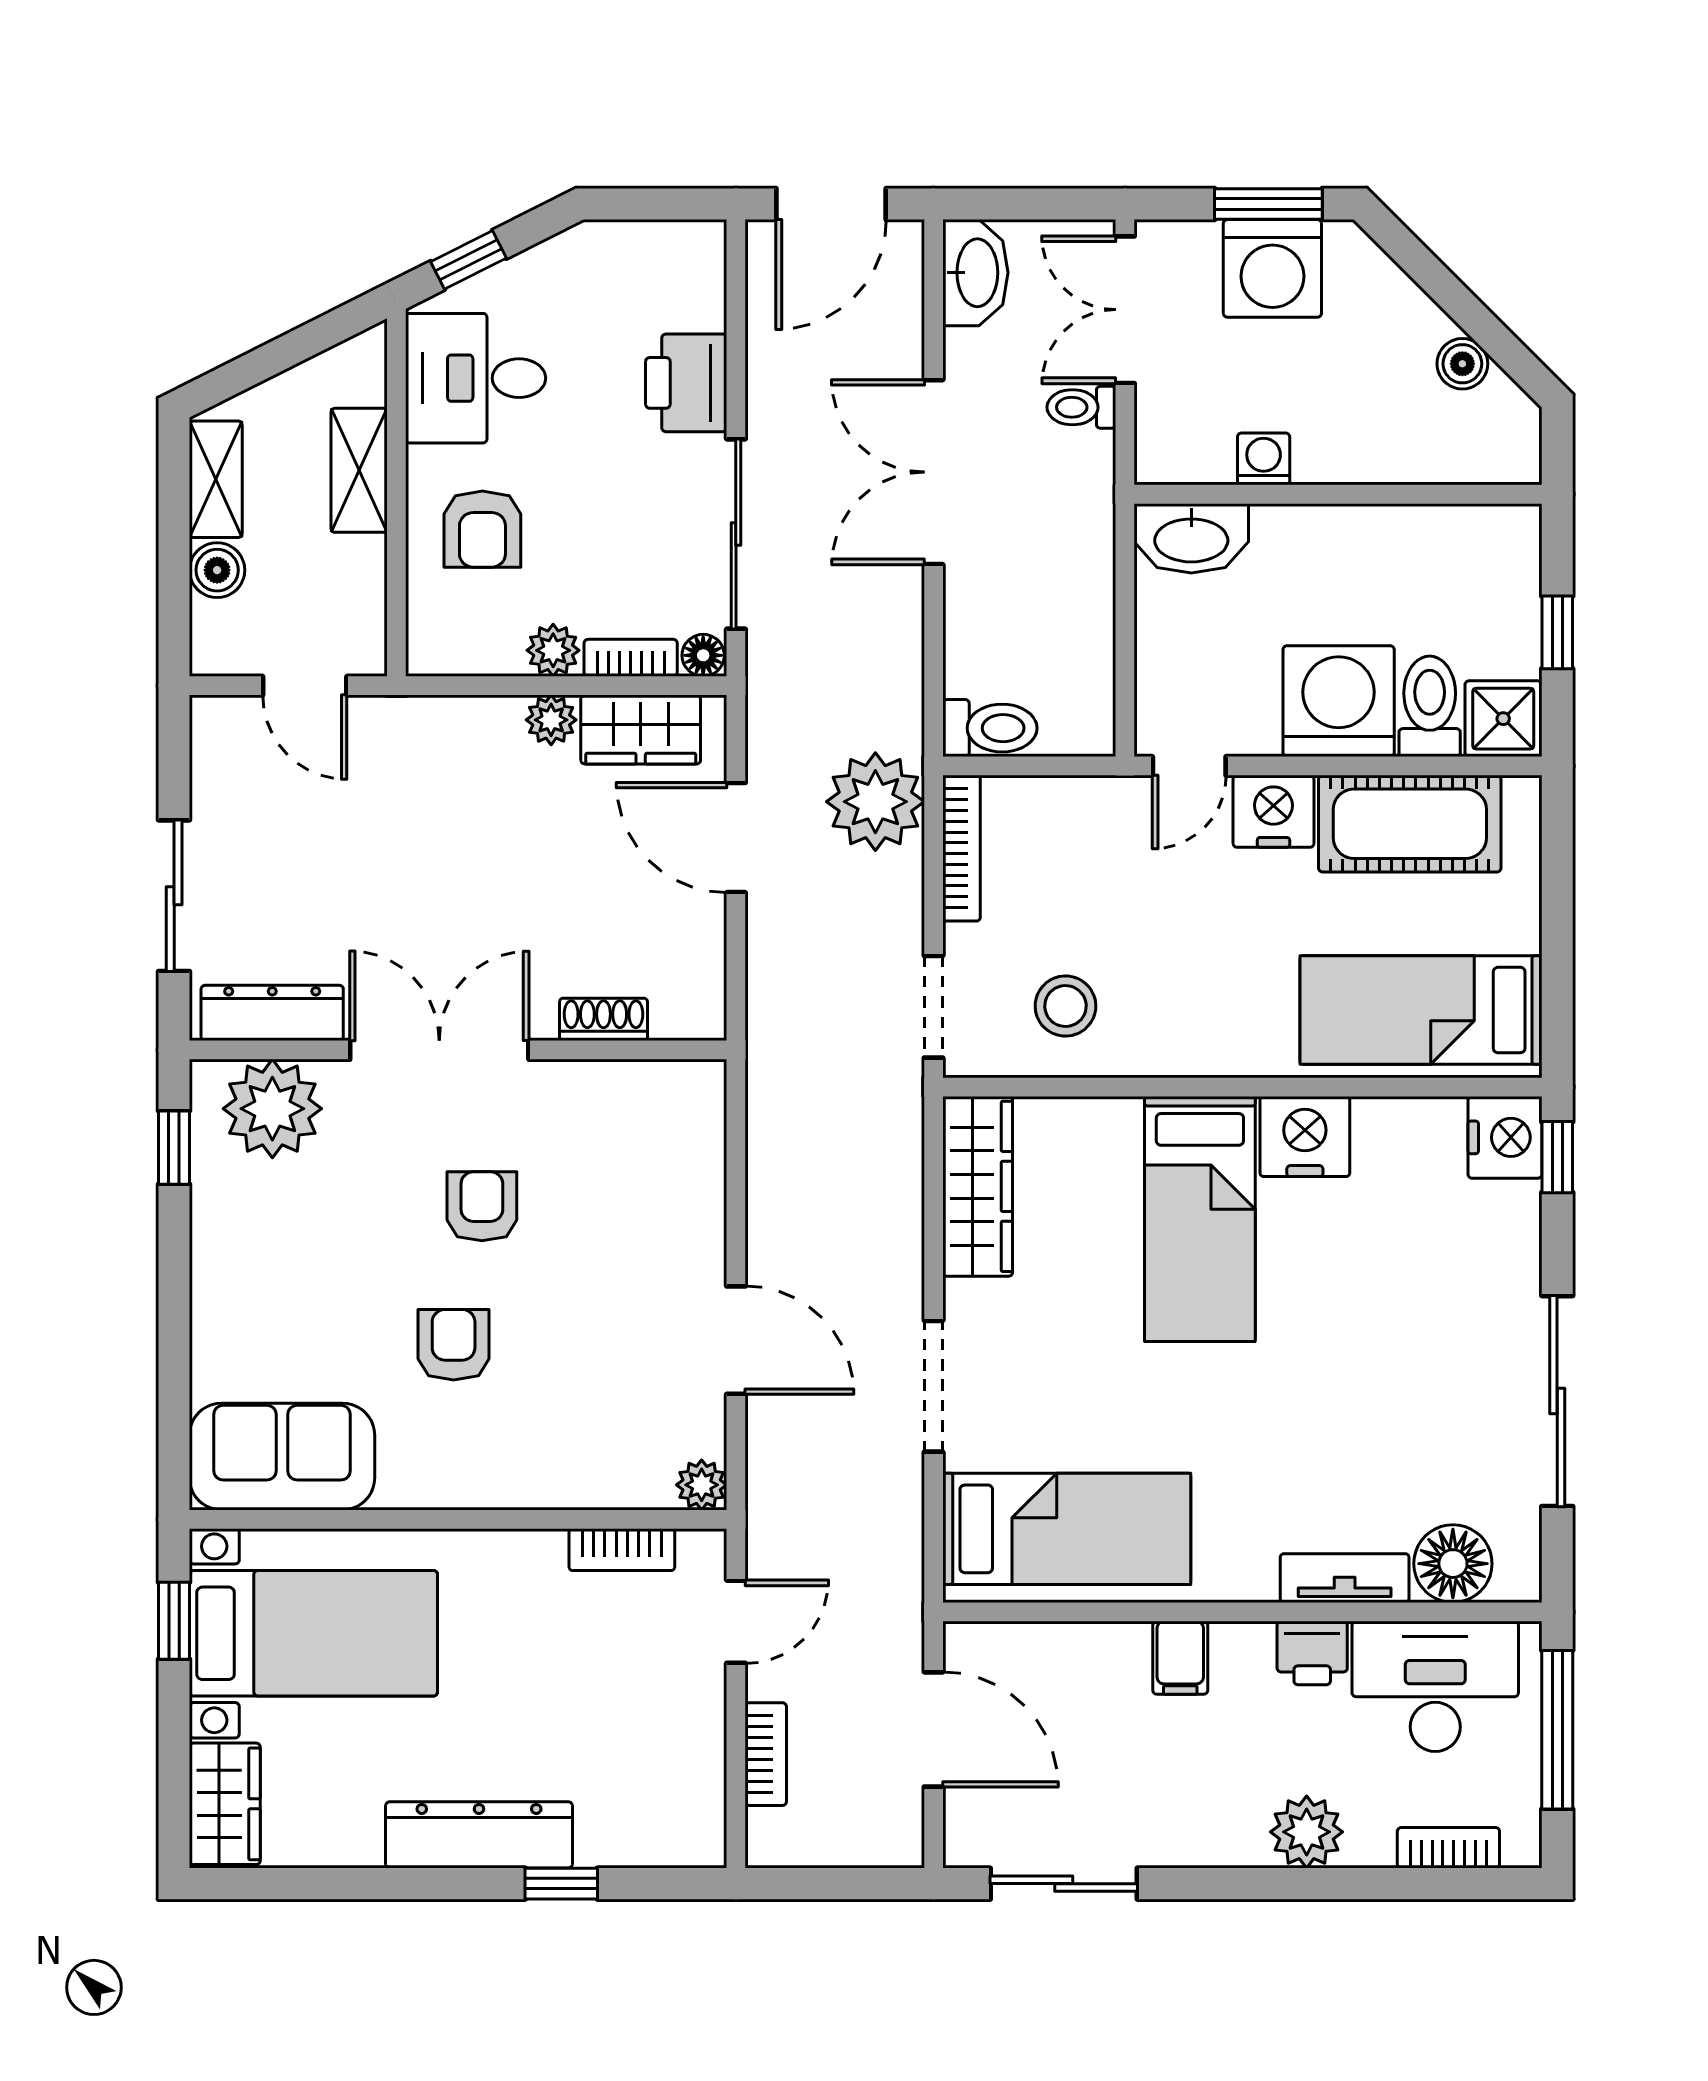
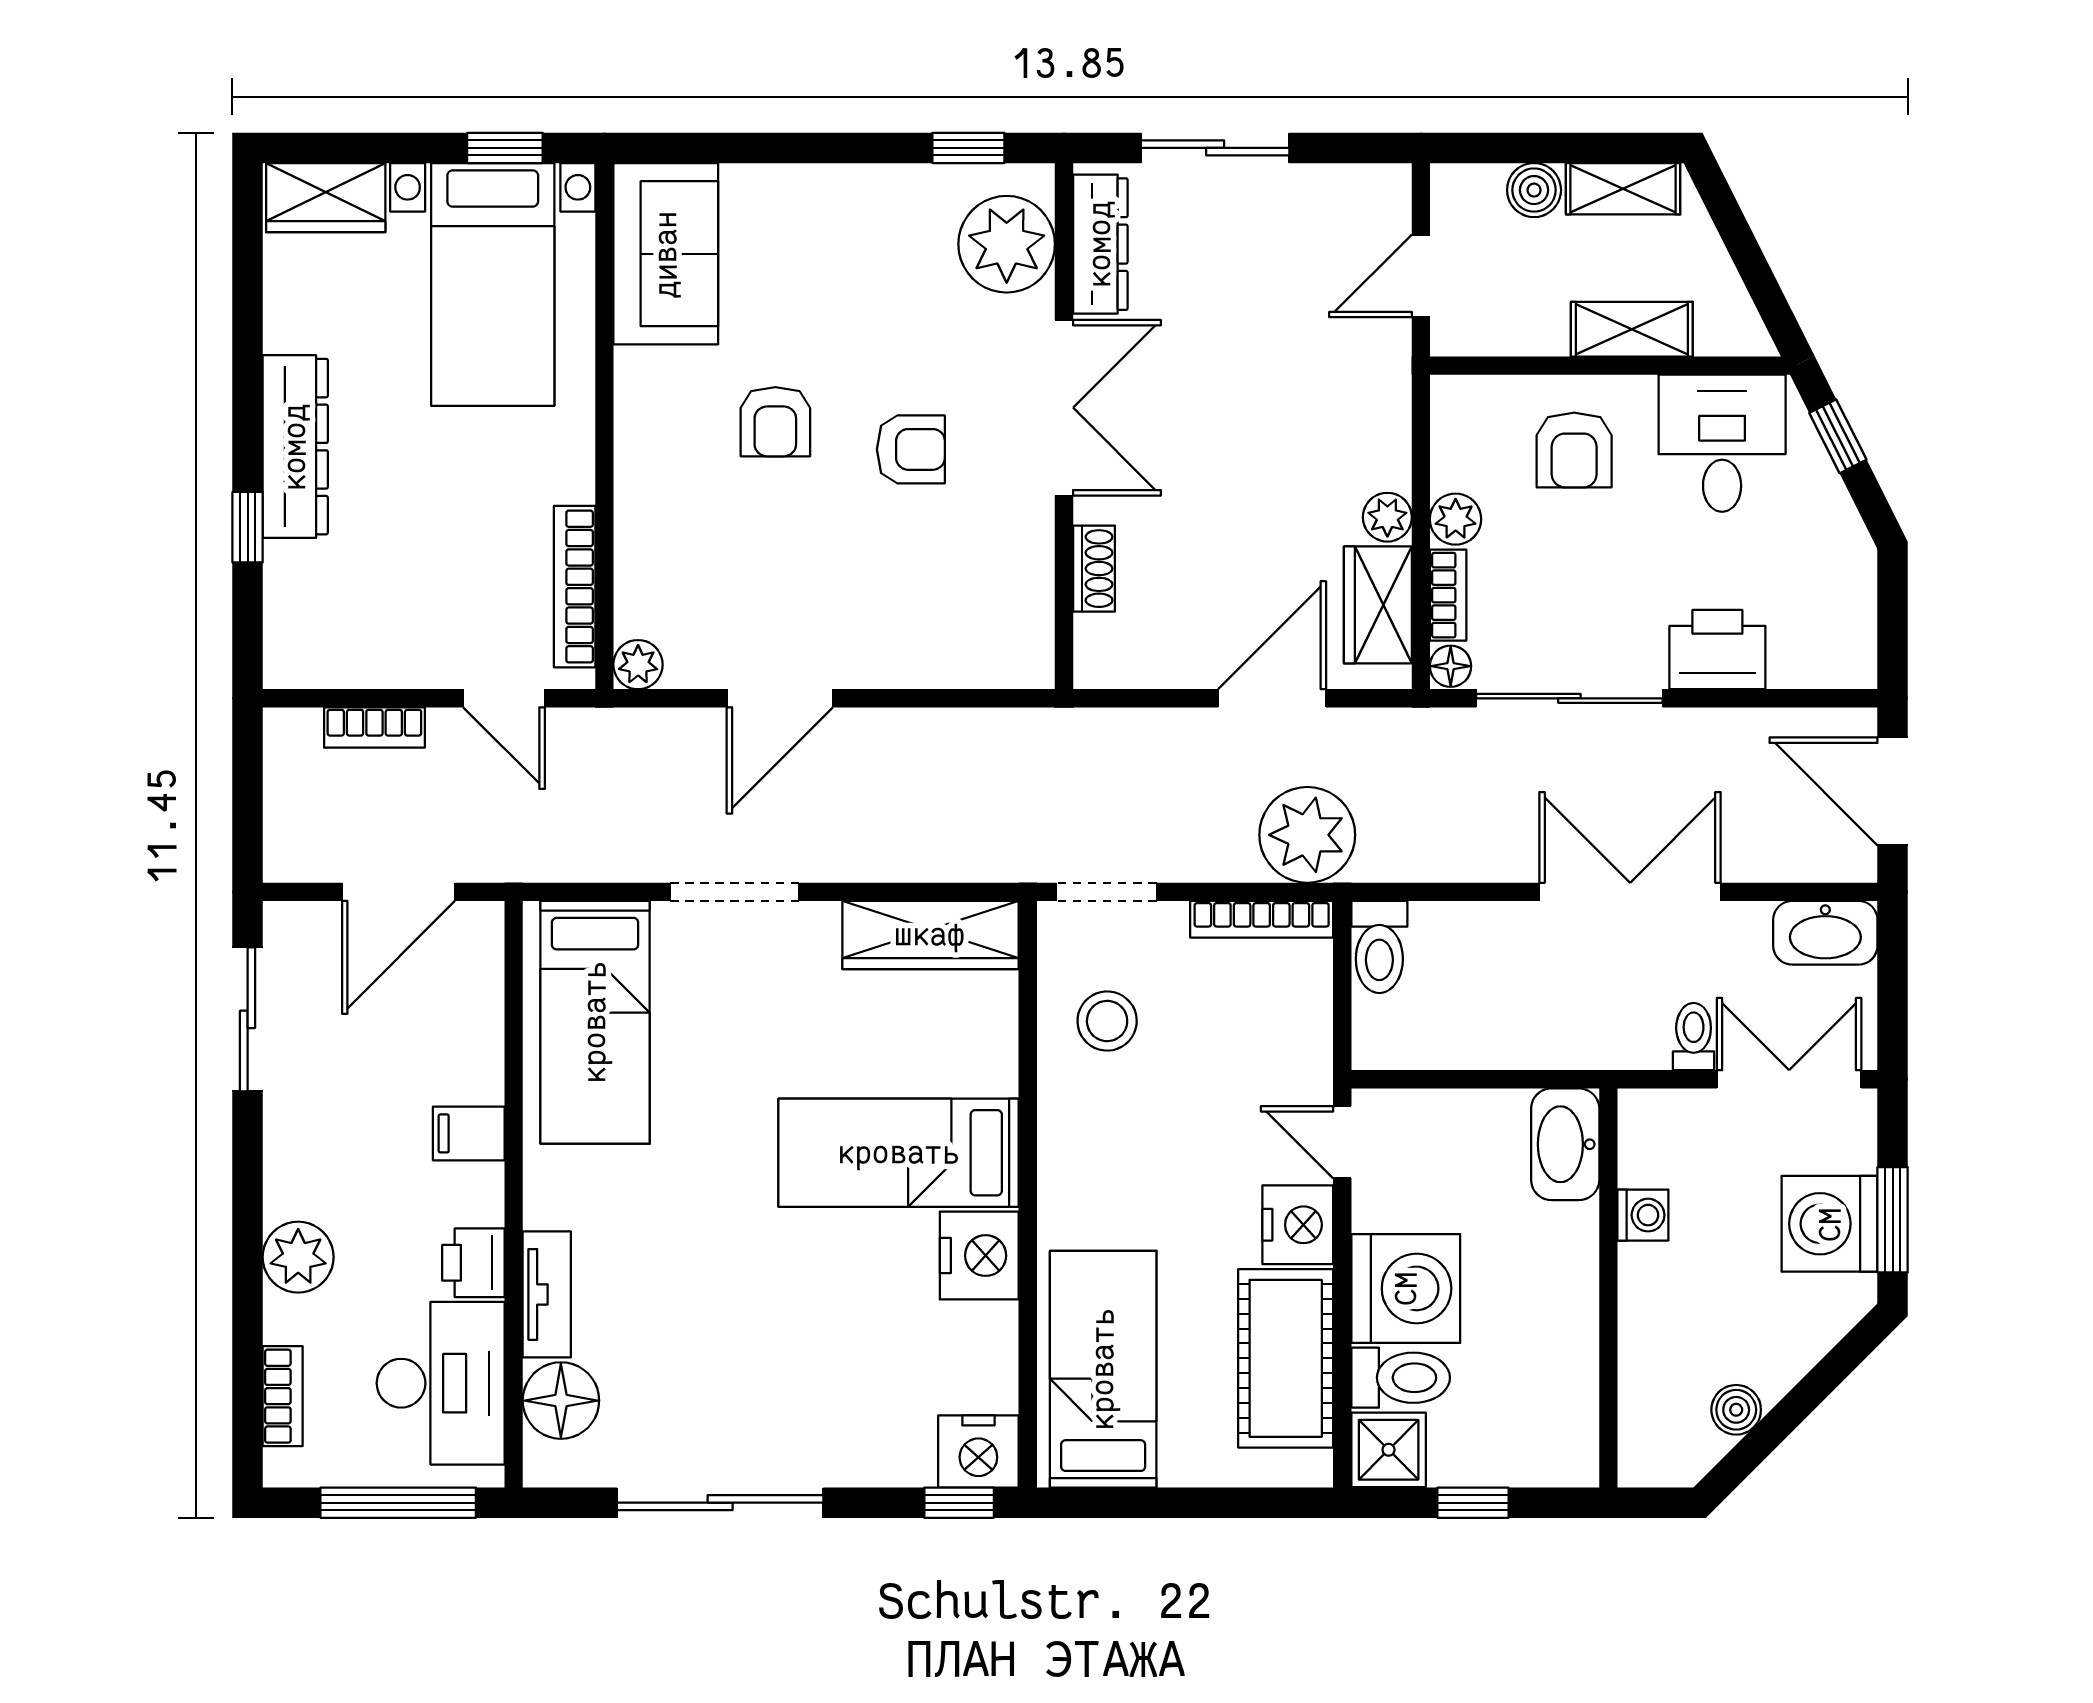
armchair: (482, 529) -> (1574, 450), turned -90
armchair: (454, 1345) -> (775, 422), turned 90
bookcase: (622, 1550) -> (575, 587), width x1.56

